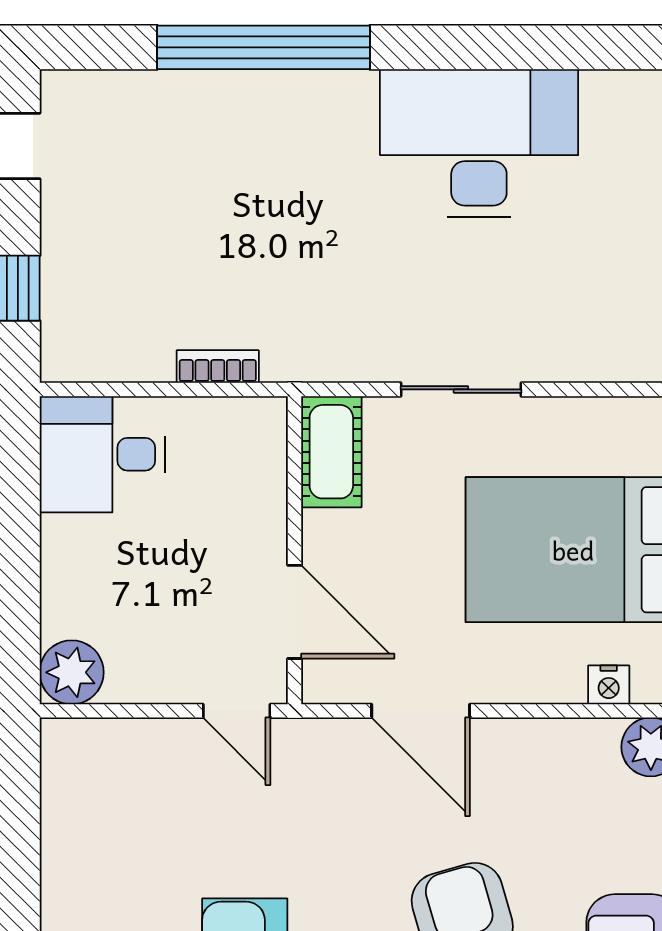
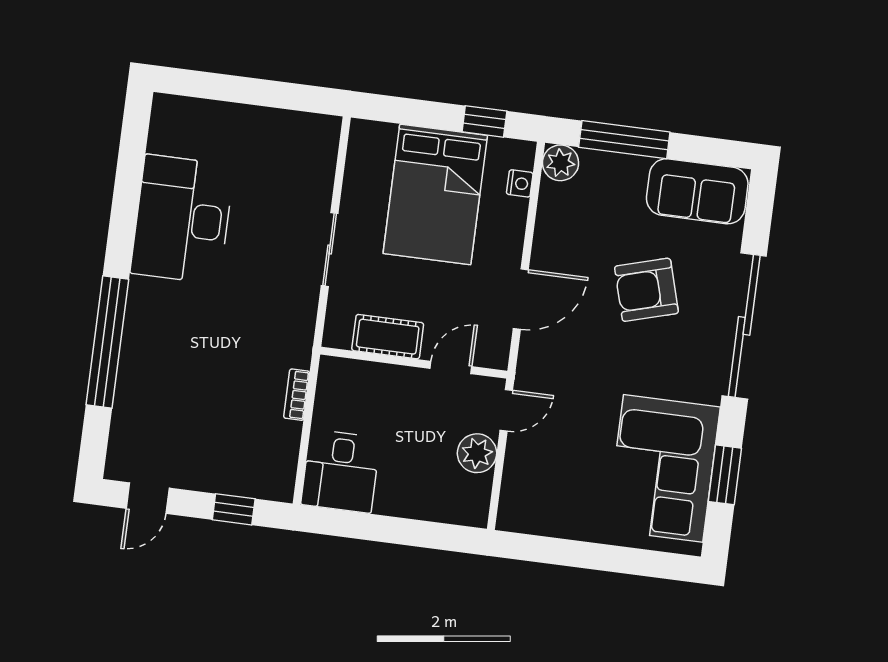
cot: (331, 452) -> (388, 337), moved
door: (295, 612) -> (451, 367), width x0.73
plant: (72, 672) -> (477, 453), moved

